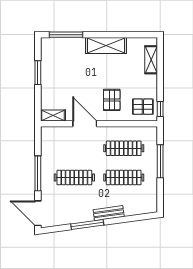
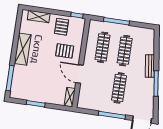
pallet: (143, 107) -> (62, 27), moved
door: (85, 124) -> (80, 74), hinge flipped

